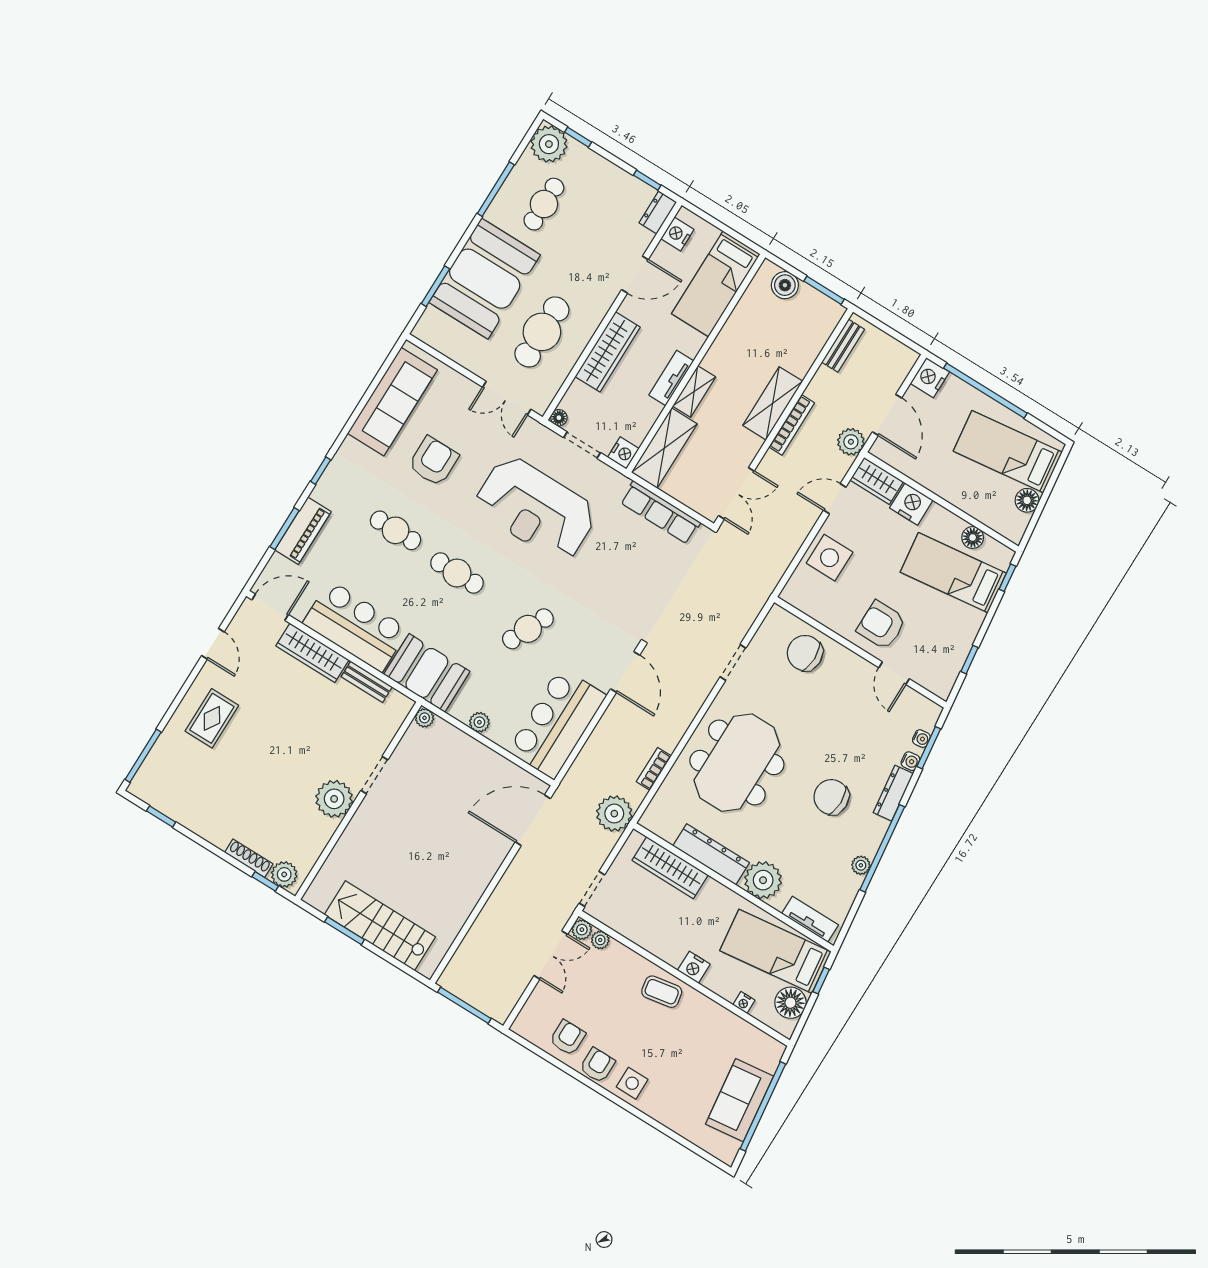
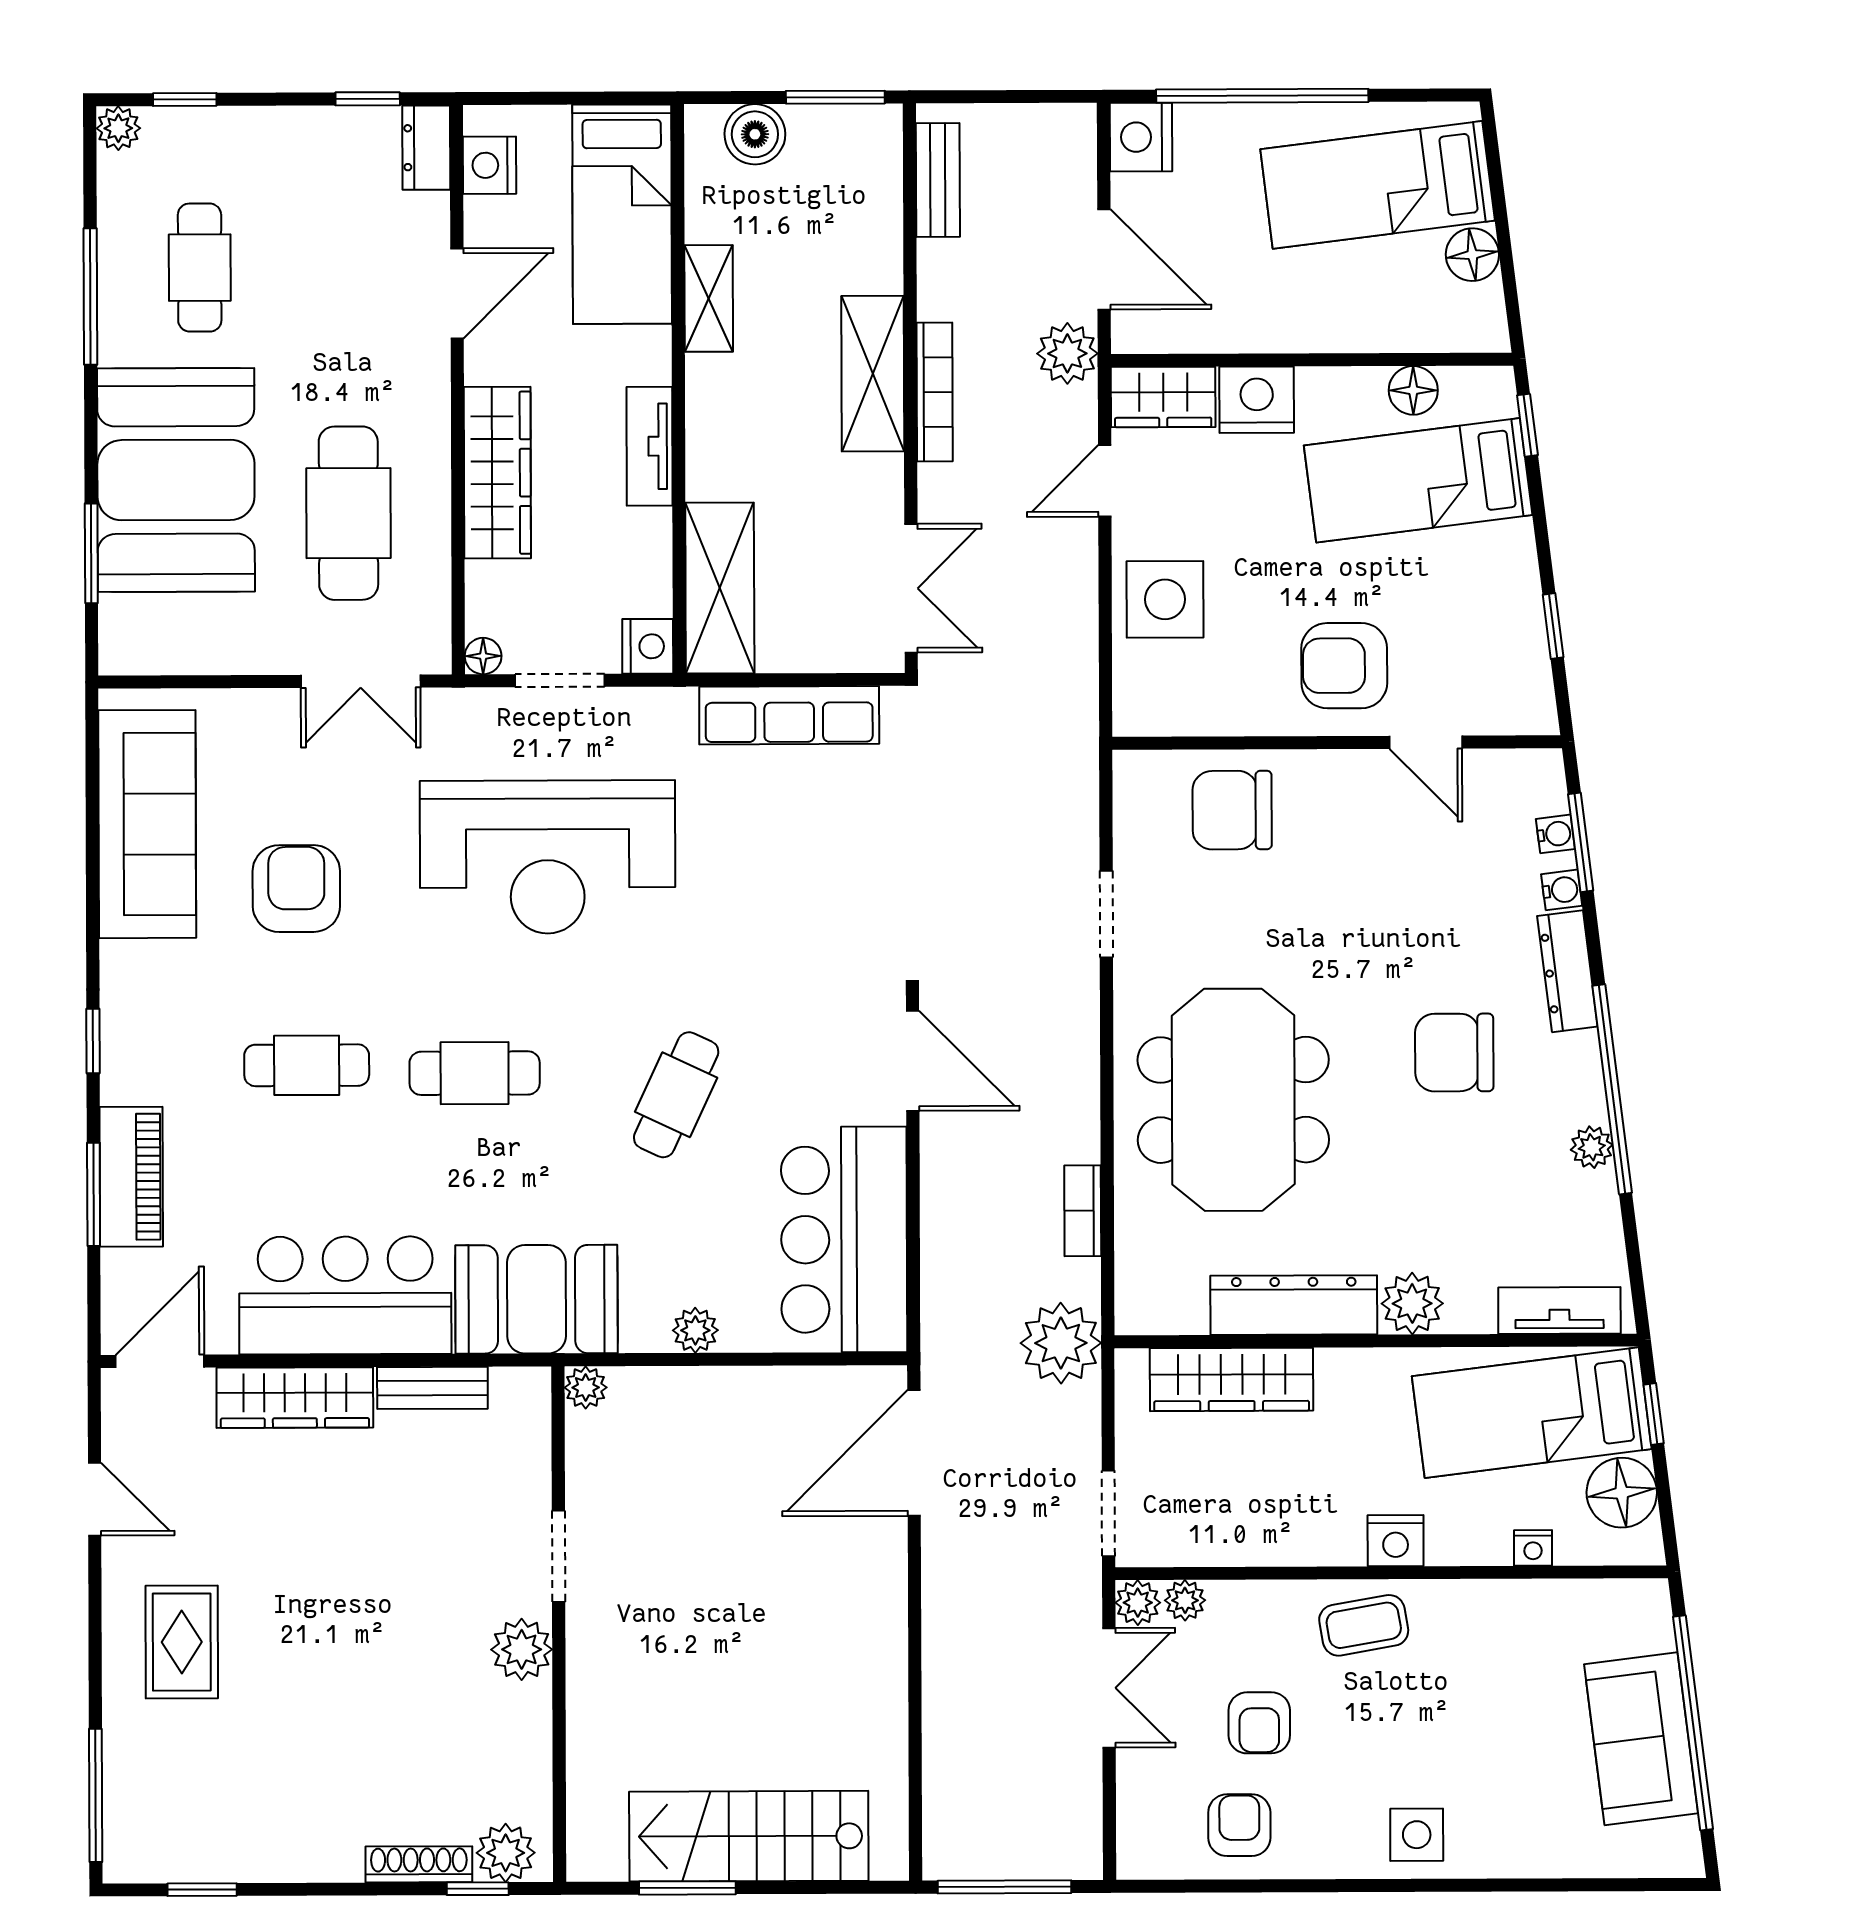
plant: (549, 144) -> (118, 128), width x0.53, depth x0.53
shelving: (694, 392) -> (709, 298), moved
plant: (334, 799) -> (522, 1649), width x0.73, depth x0.73
plant: (763, 880) -> (1412, 1303), width x0.73, depth x0.73
armchair: (597, 1065) -> (1259, 1723), moved, turned 180

